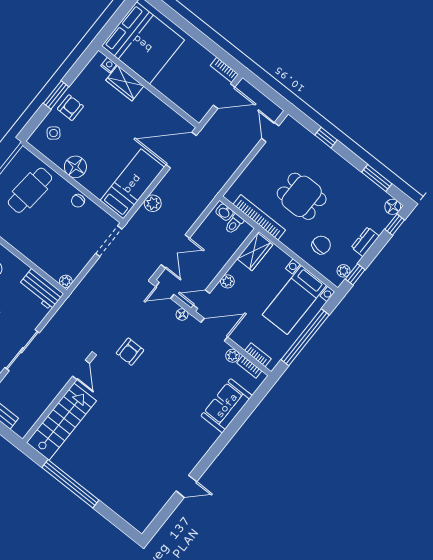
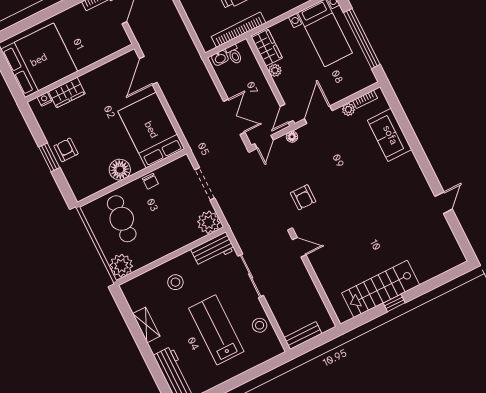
side table: (54, 133) -> (81, 175), removed
door: (181, 150) -> (148, 71), width x0.73
bed: (132, 184) -> (151, 130), width x1.50
plant: (153, 203) -> (183, 117), removed
doorway: (109, 241) -> (205, 184), moved
plant: (66, 281) -> (209, 222), width x1.88, depth x1.88
plant: (227, 281) -> (275, 70), moved
sliding door: (22, 350) -> (251, 276), moved
bookcase: (258, 355) -> (358, 87), removed
stairs: (61, 422) -> (381, 289), moved, turned -90
window: (70, 484) -> (394, 303), width x0.32

